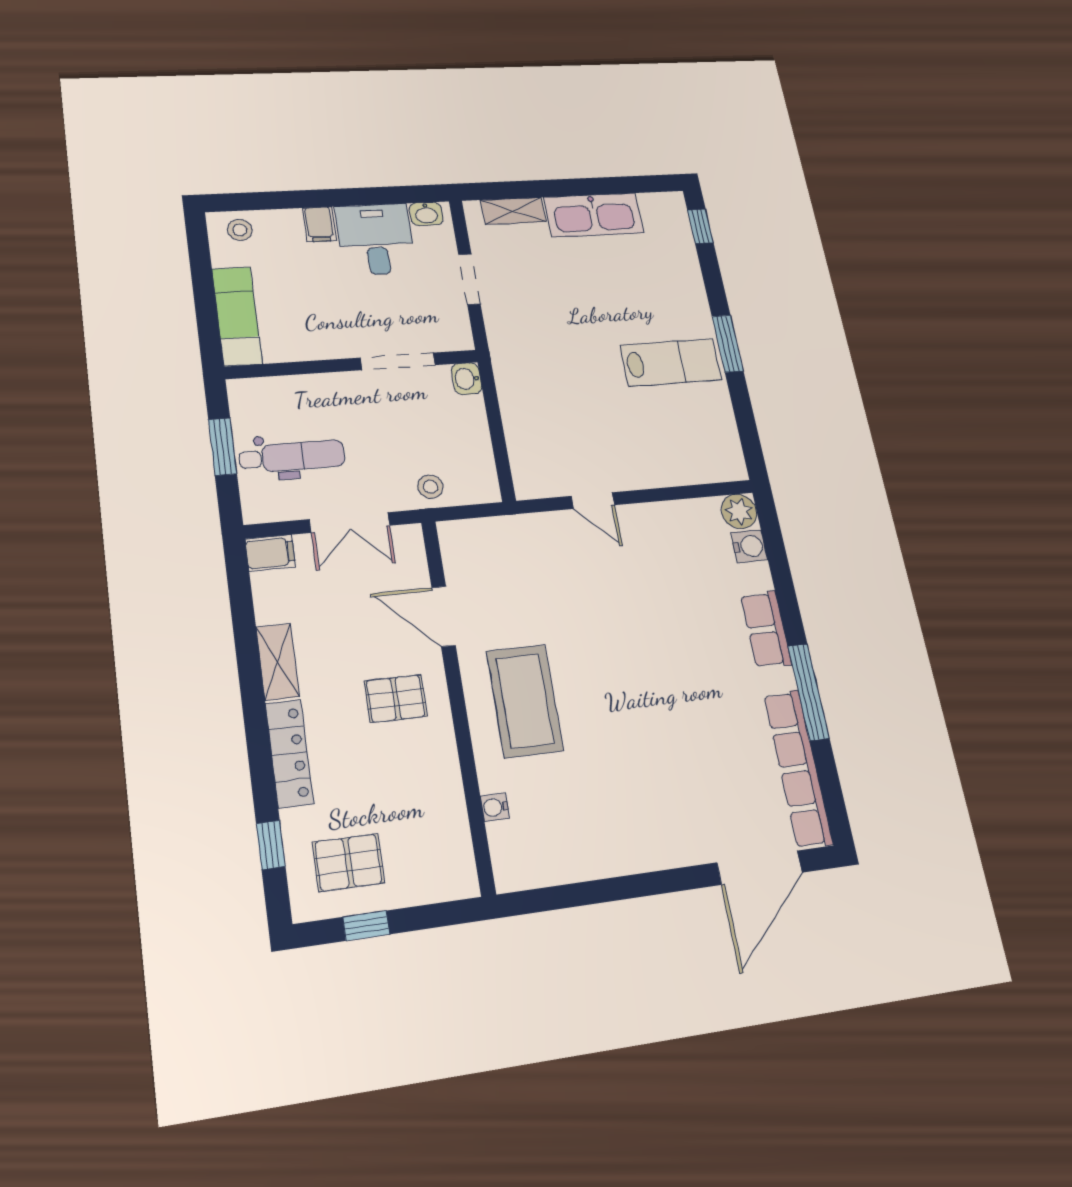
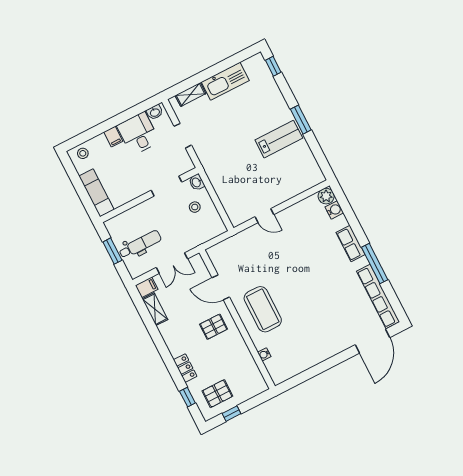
stool: (430, 487) -> (195, 207), moved
shelving: (278, 662) -> (155, 309), moved
locker: (289, 753) -> (185, 368), width x0.66

